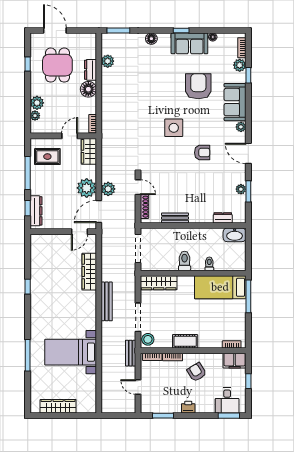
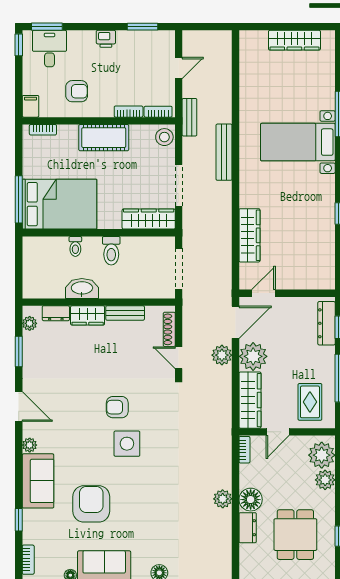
plant: (108, 61) -> (223, 499), moved
plant: (240, 65) -> (31, 534), removed
armchair: (198, 86) -> (91, 504), turned 180
plant: (35, 116) -> (322, 455), width x1.88, depth x1.88
wardrobe: (89, 151) -> (250, 400), width x1.50
armchair: (202, 153) -> (117, 407), moved
rug: (47, 157) -> (310, 402), turned 90
plant: (241, 189) -> (30, 323), moved
wardrobe: (201, 216) -> (88, 315), added
washbasin: (235, 235) -> (82, 288), moved
bed: (220, 287) -> (59, 204), width x1.50
bench: (107, 301) -> (224, 152), moved
doorway: (138, 317) -> (179, 185), moved
cot: (185, 341) -> (104, 138), width x1.37, depth x1.34
bed with nightstands: (71, 352) -> (298, 142), moved, turned 180
filing cabinet: (235, 361) -> (31, 106), width x0.50
armchair: (197, 372) -> (77, 91), moved, turned -58
window: (248, 381) -> (19, 45), moved
door: (138, 387) -> (179, 68), hinge flipped

